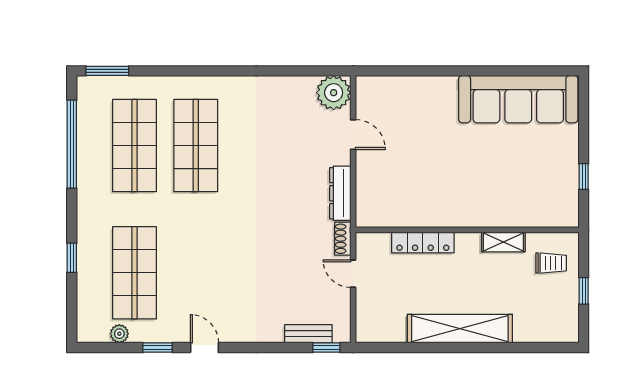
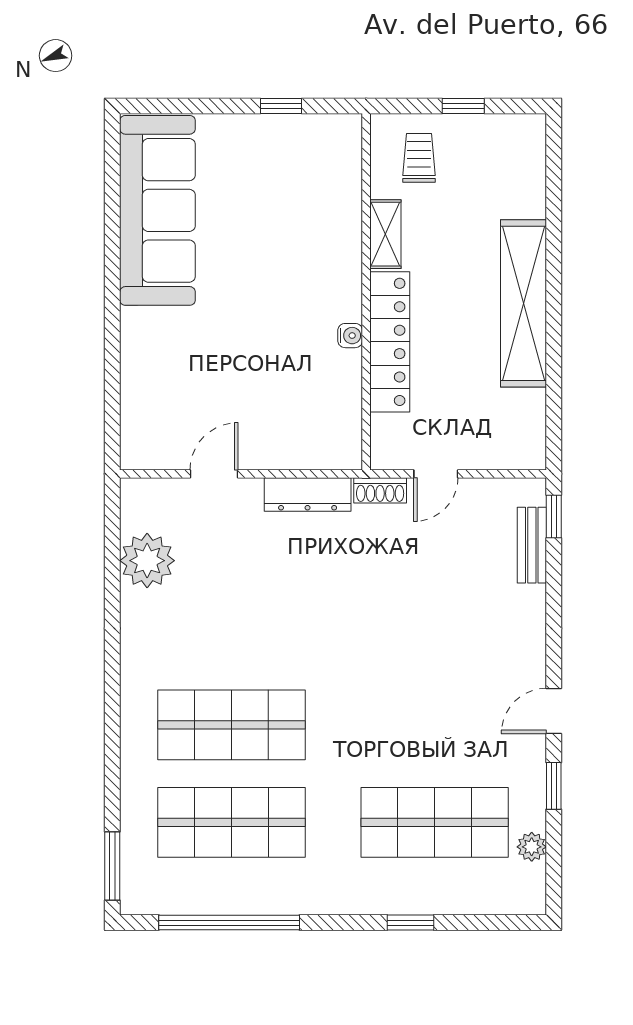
plant: (334, 93) -> (147, 561), moved
water cooler: (440, 220) -> (350, 336), added
locker: (423, 243) -> (390, 342), width x1.41, depth x1.21

